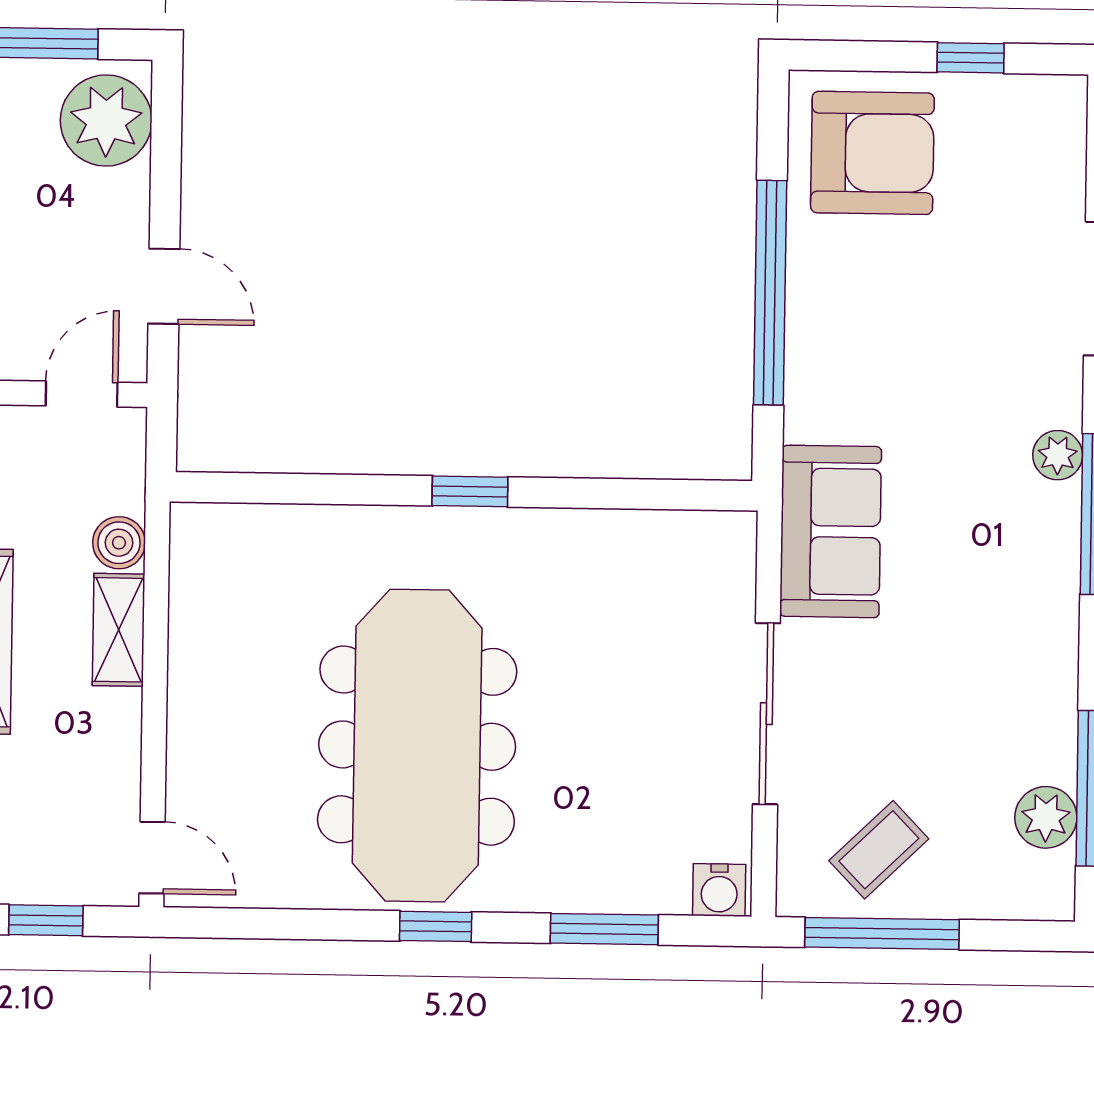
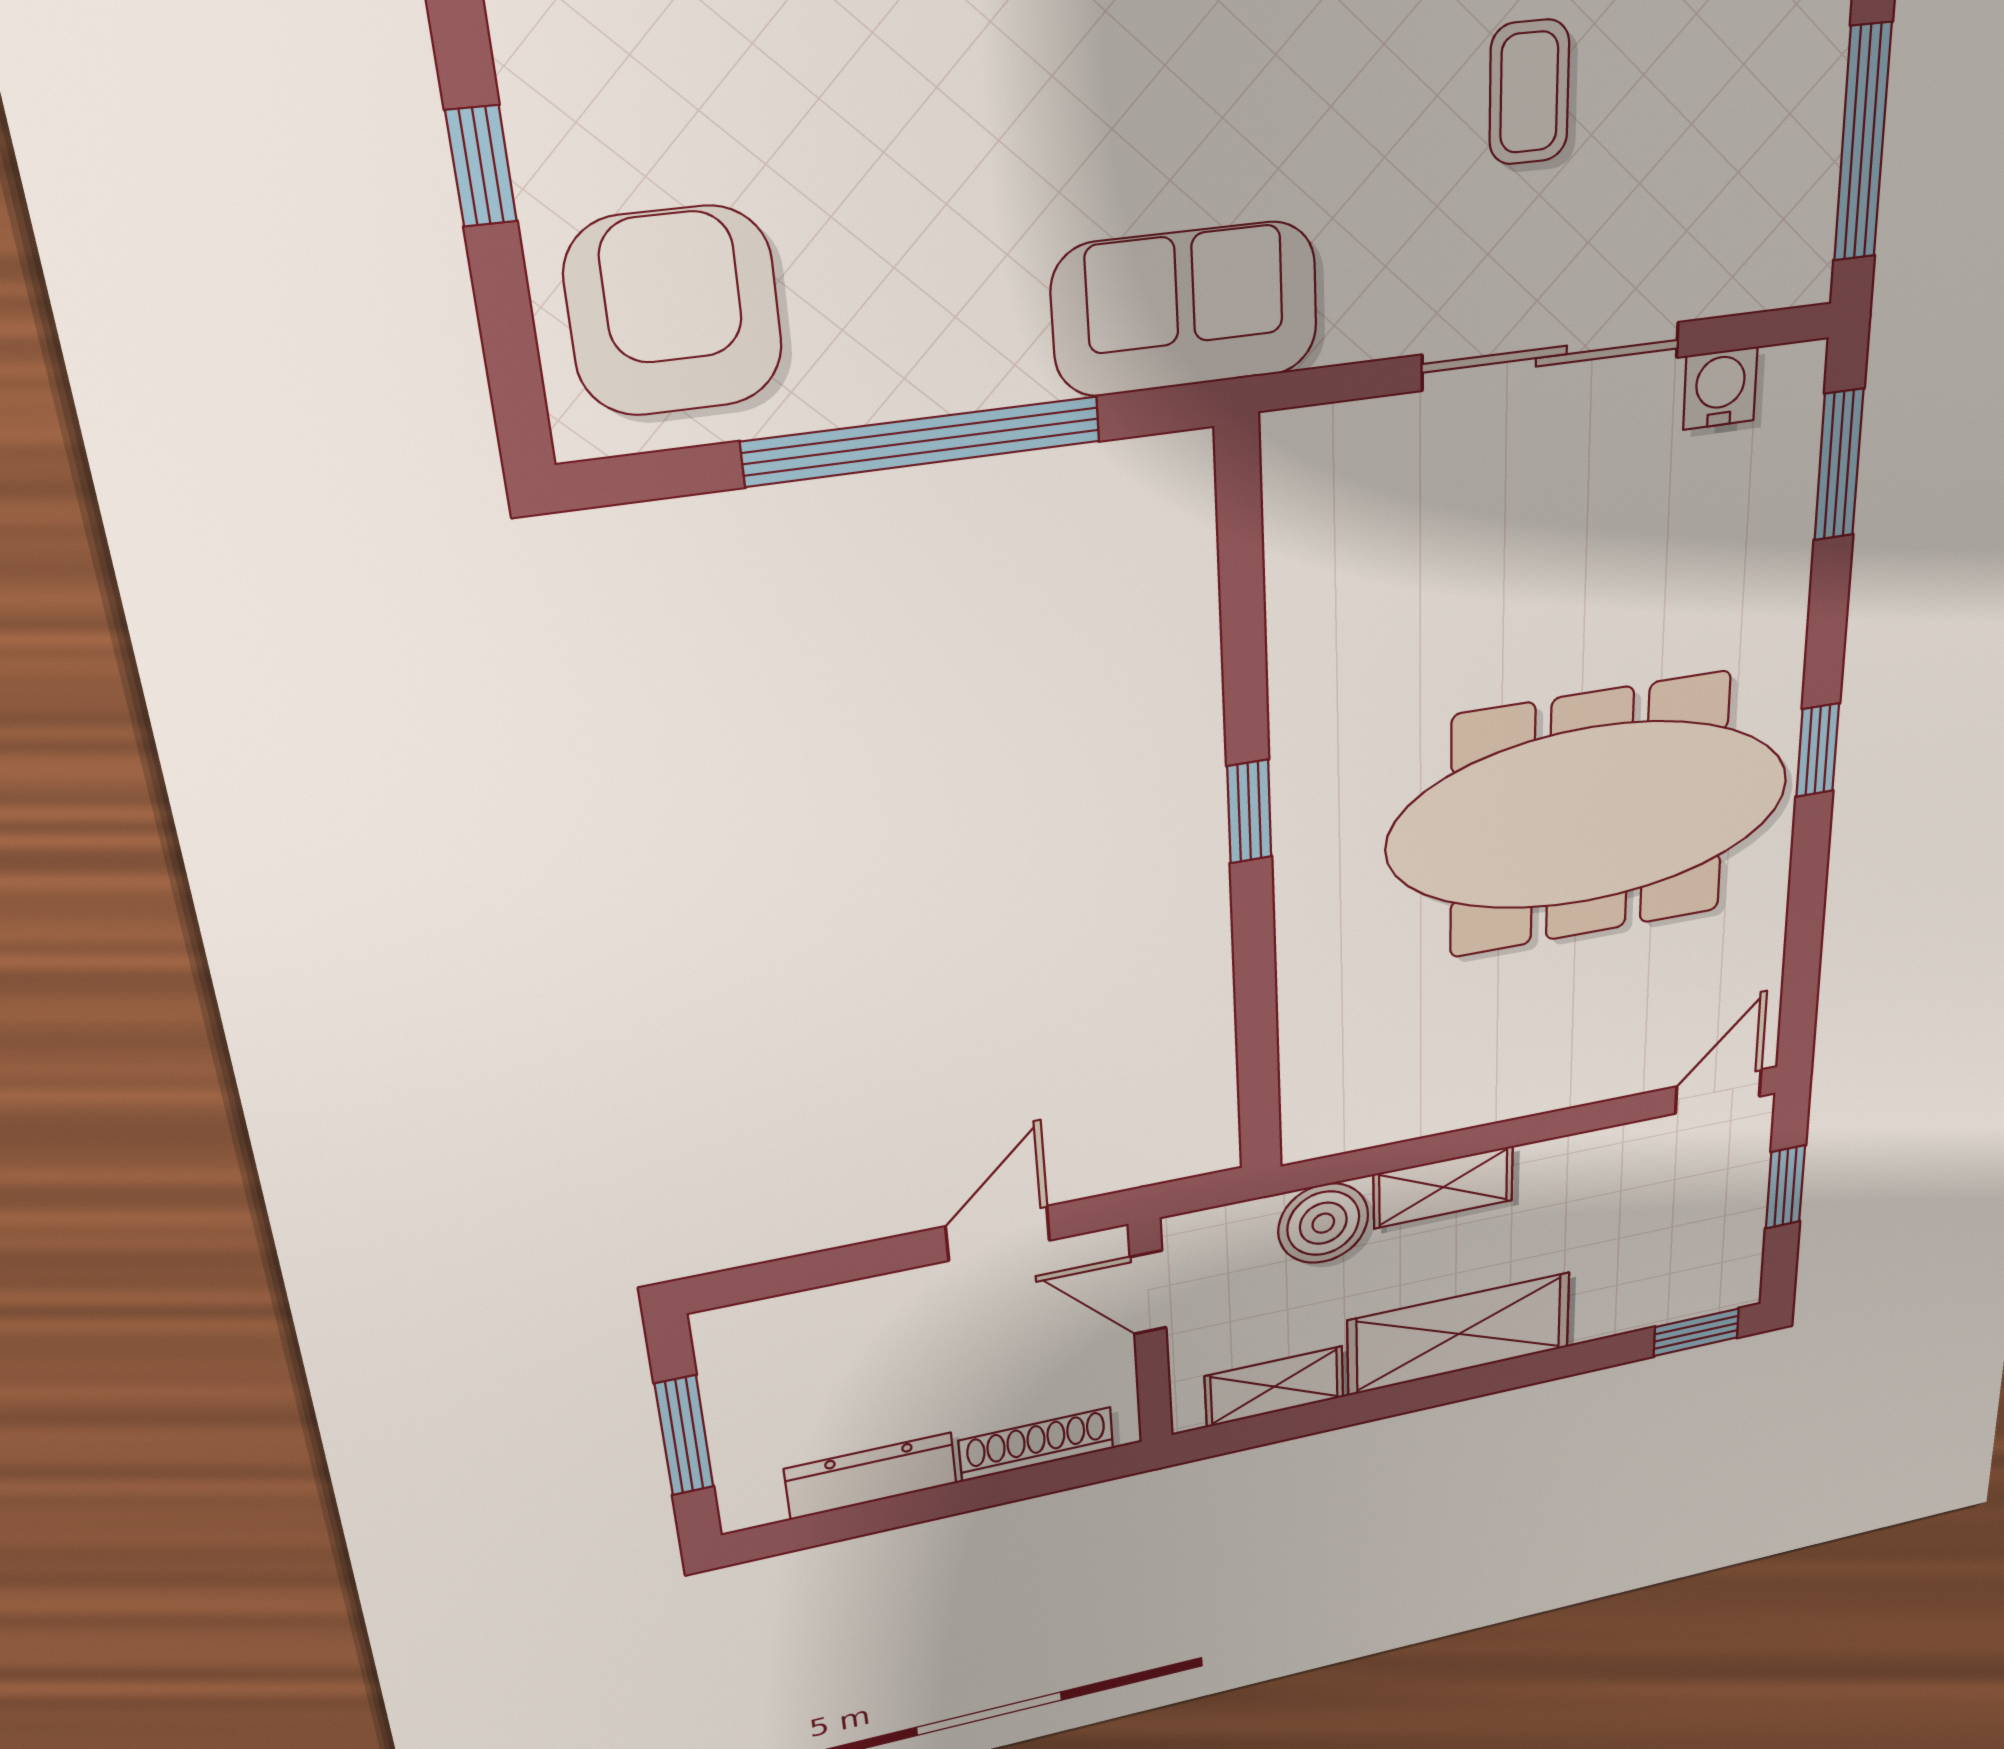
plant: (106, 121) -> (780, 1347), removed
sofa: (831, 531) -> (1185, 309), moved
boiler: (119, 543) -> (1323, 1223), width x1.36, depth x1.36
coffee table: (879, 850) -> (1529, 92), moved, turned 44
water cooler: (719, 890) -> (1720, 388), moved, turned -90
window: (604, 929) -> (1839, 465), moved

